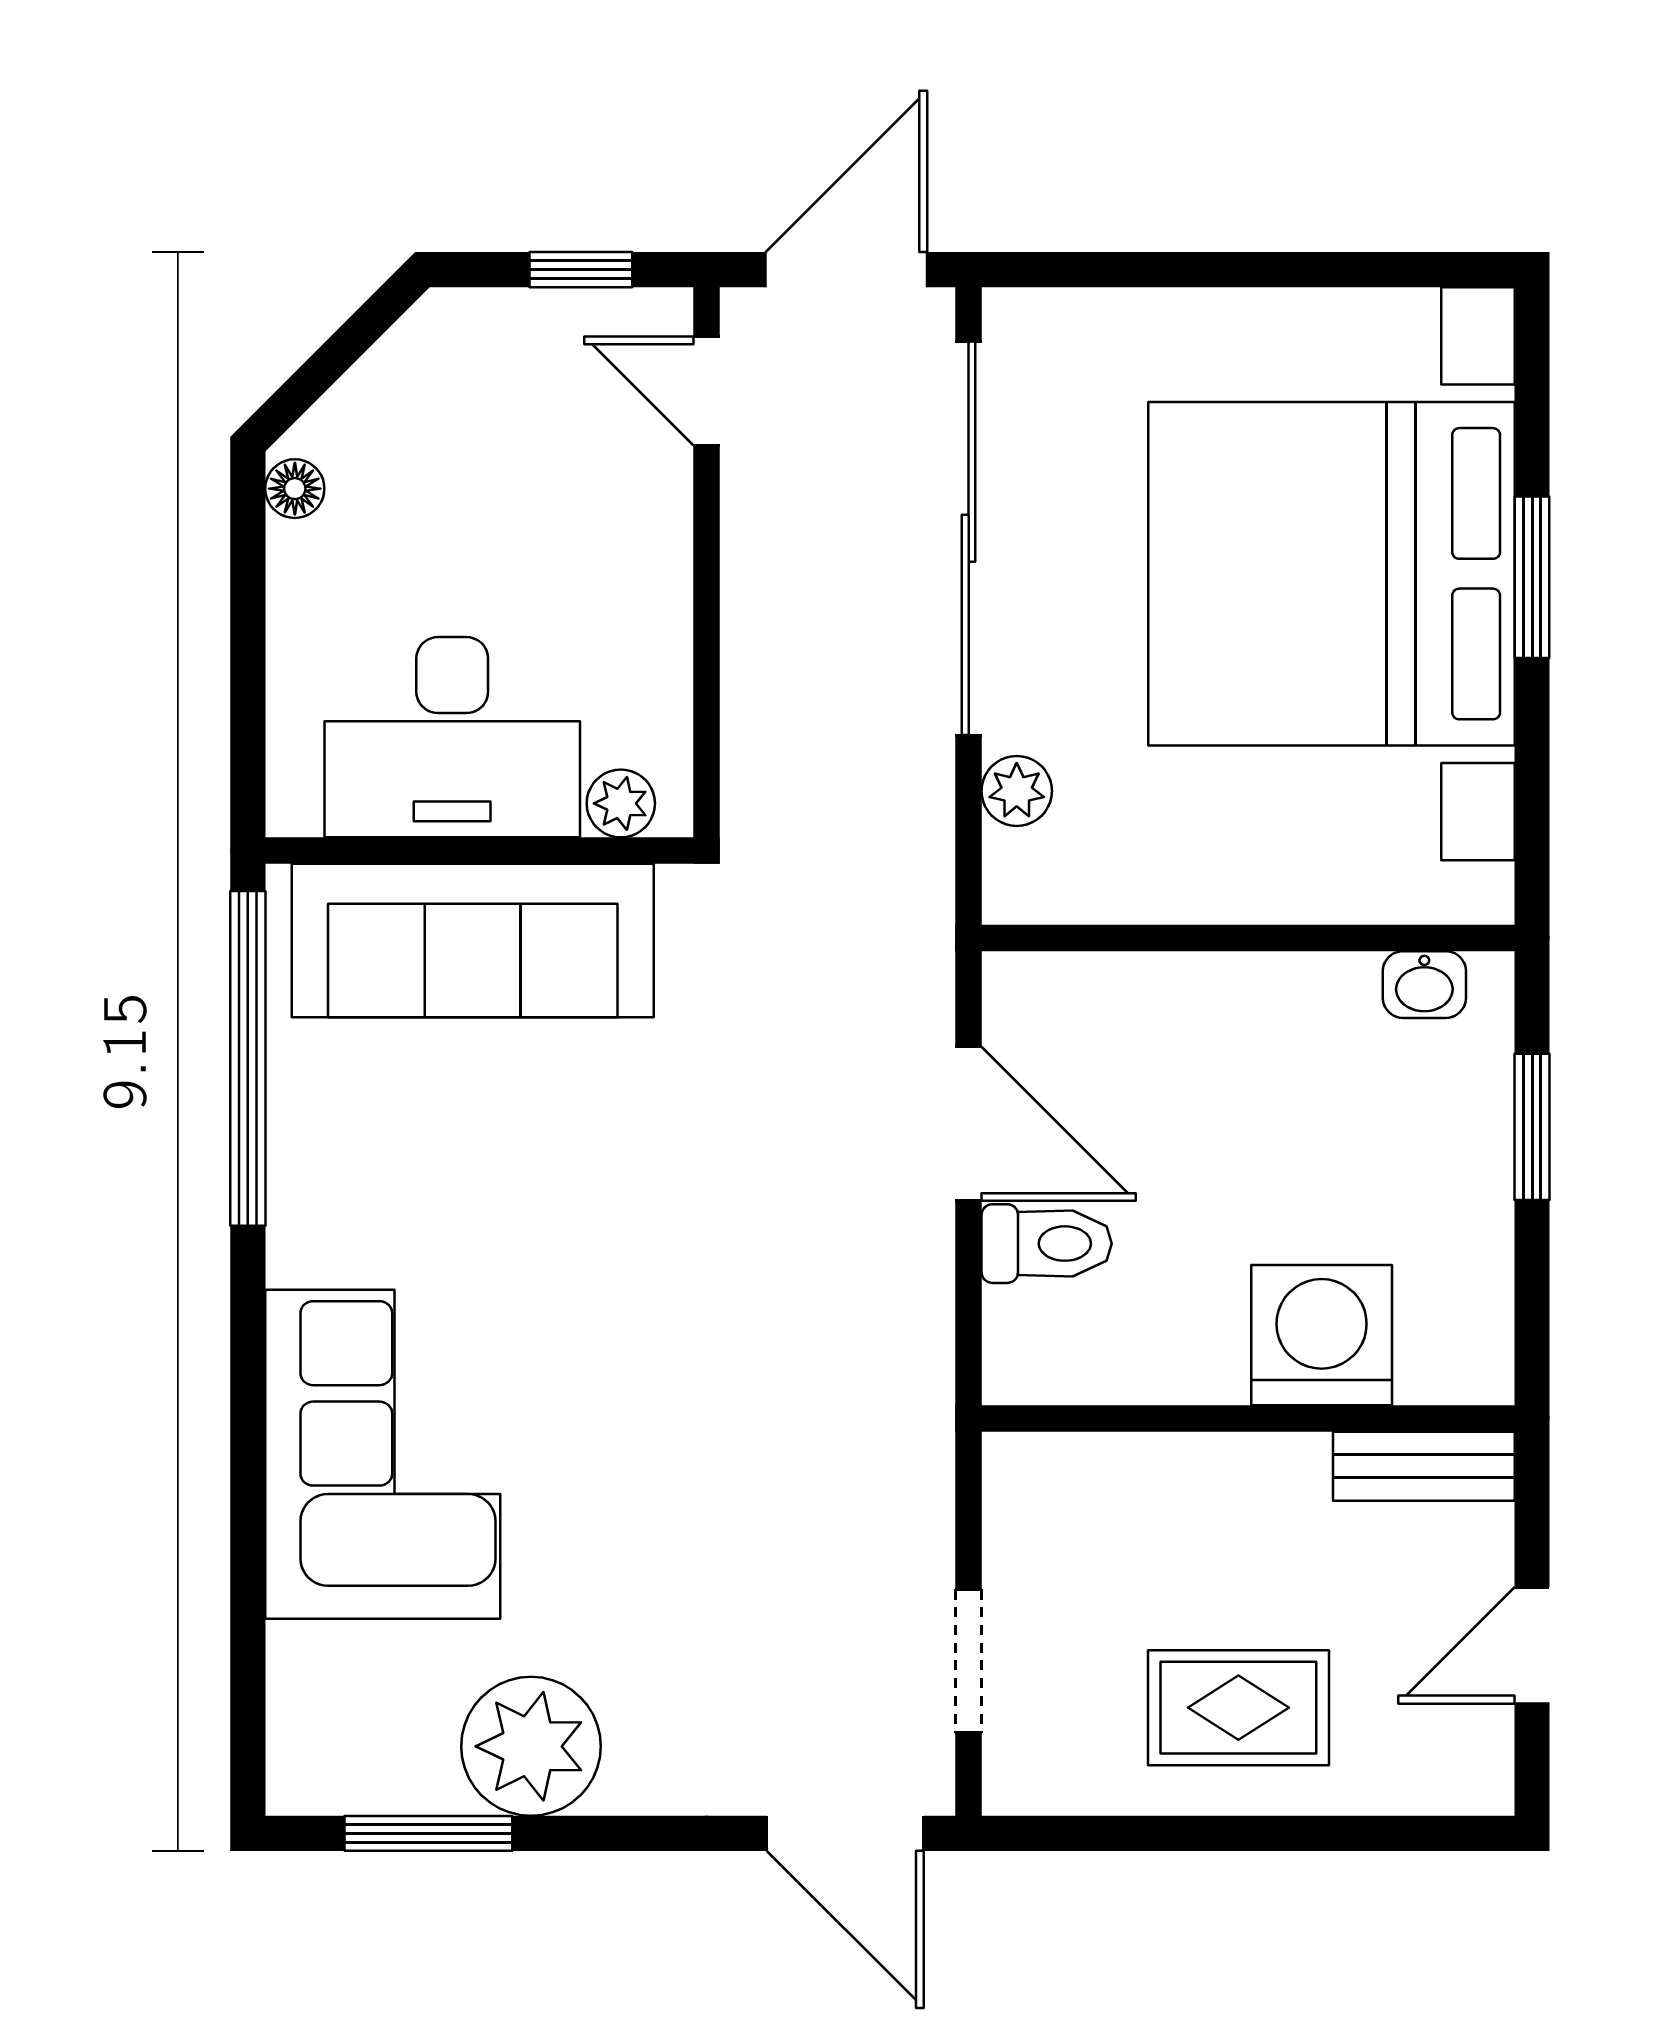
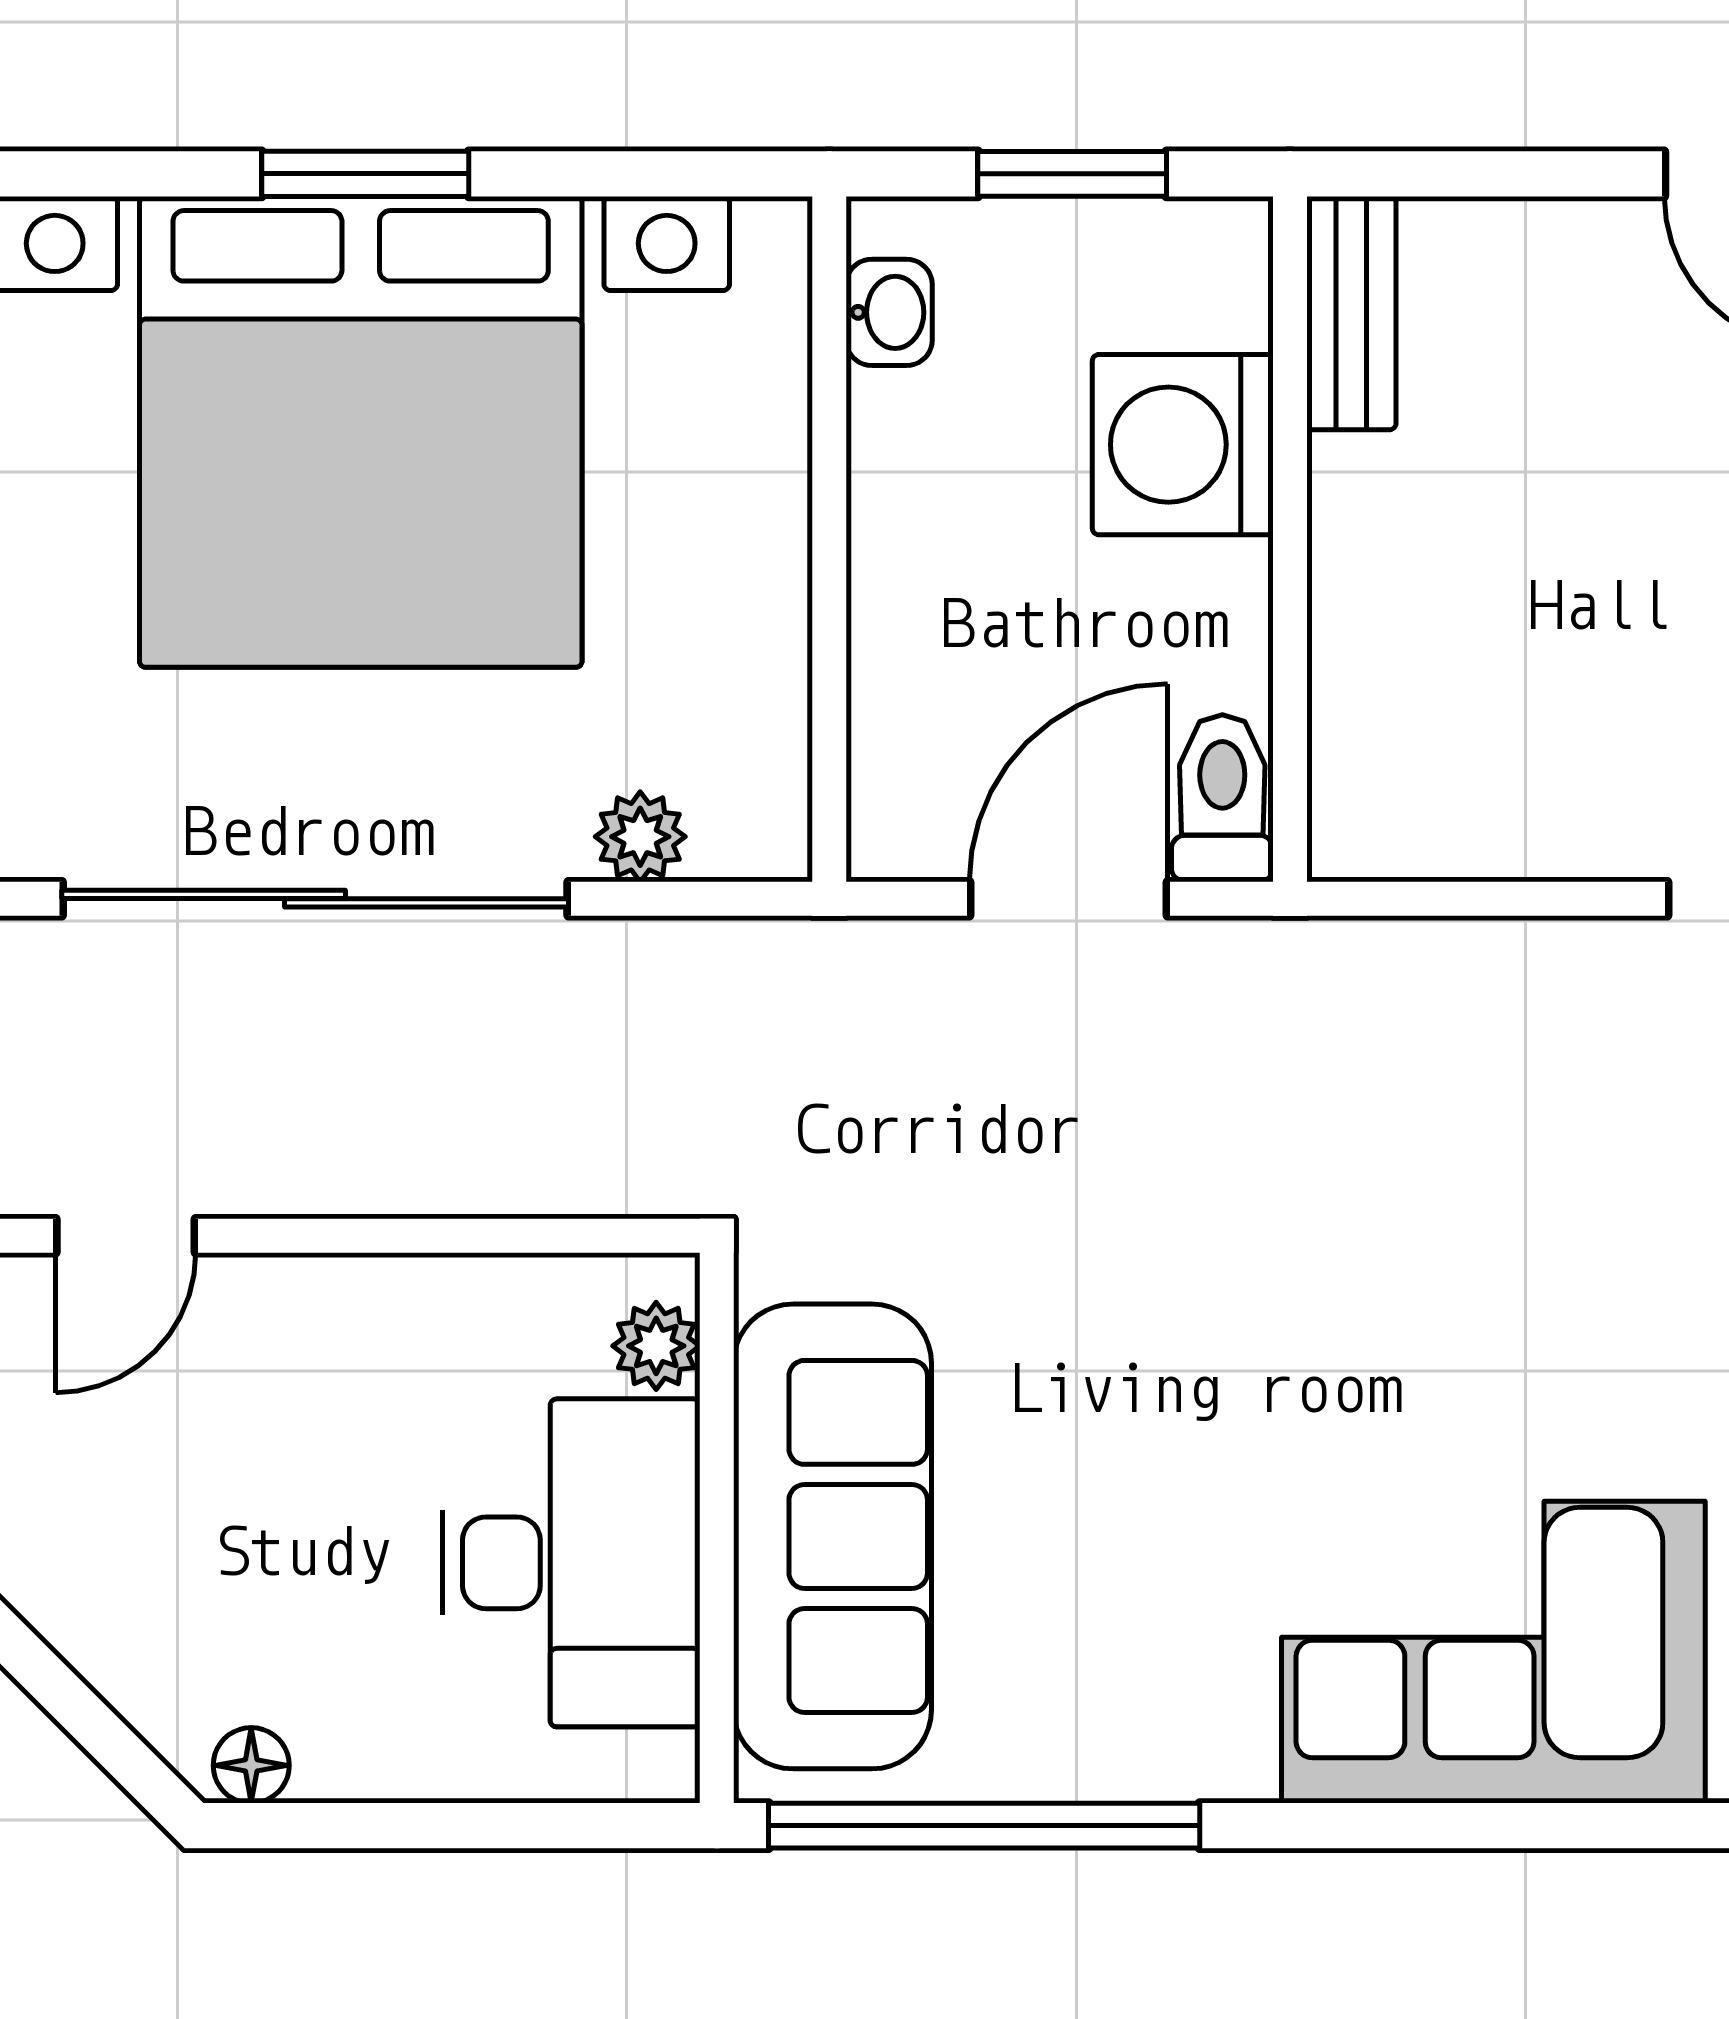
washing machine: (1322, 1335) -> (1183, 445), moved
wall: (1248, 1418) -> (1290, 539), moved
bench: (1424, 1466) -> (1351, 313), moved

